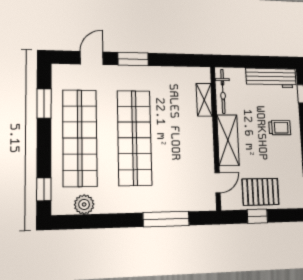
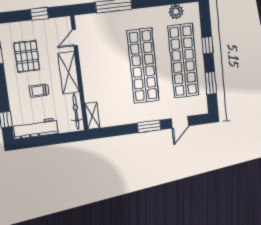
shelving: (204, 100) -> (92, 116), moved
trolley: (280, 128) -> (39, 91), moved
window: (44, 189) -> (208, 45), moved
pallet: (260, 192) -> (27, 56), moved, turned 90

